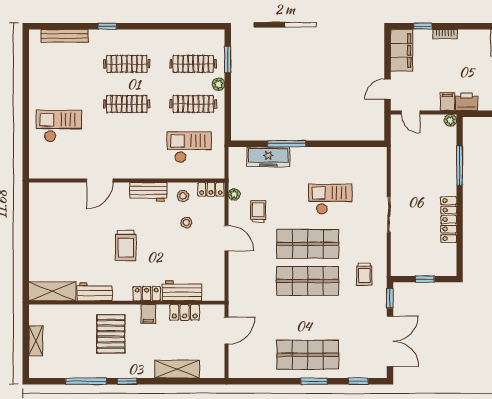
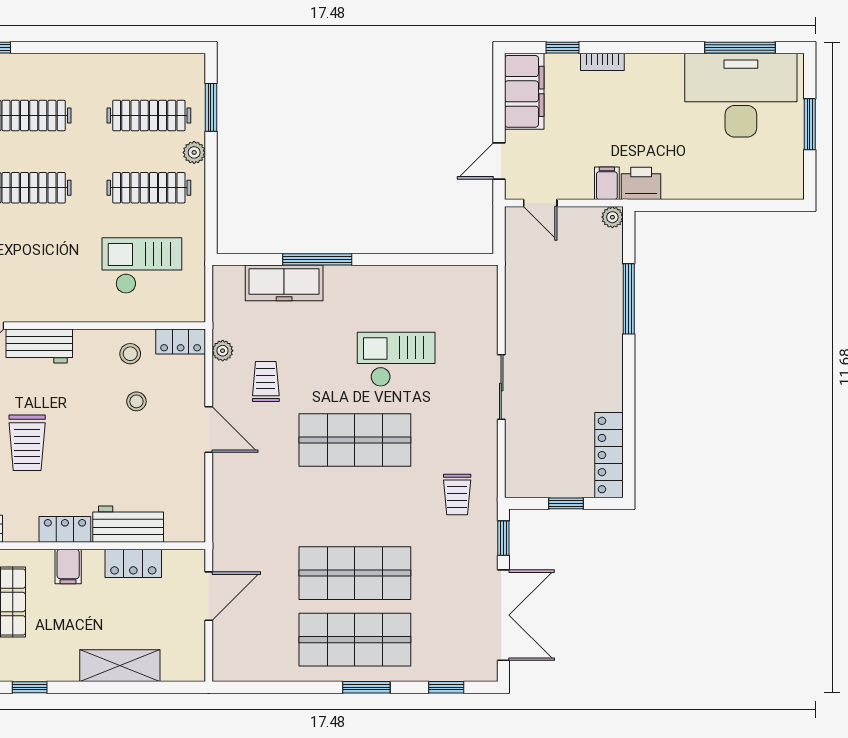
workbench: (148, 192) -> (39, 346), moved
locker: (449, 220) -> (609, 455), moved
shop shelf: (308, 281) -> (355, 573), moved

